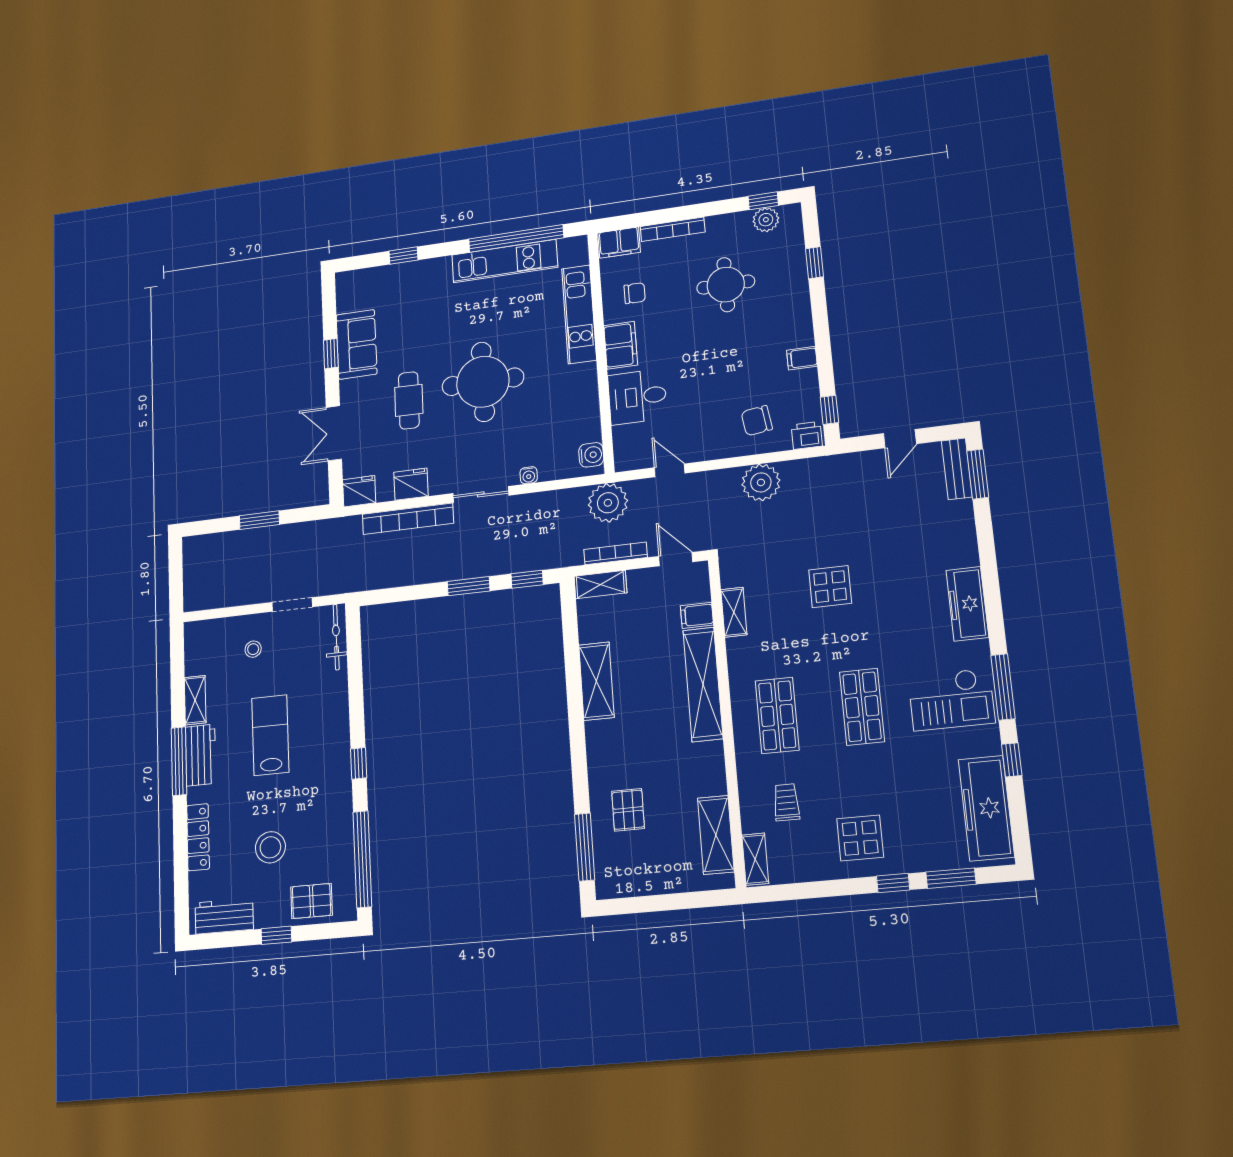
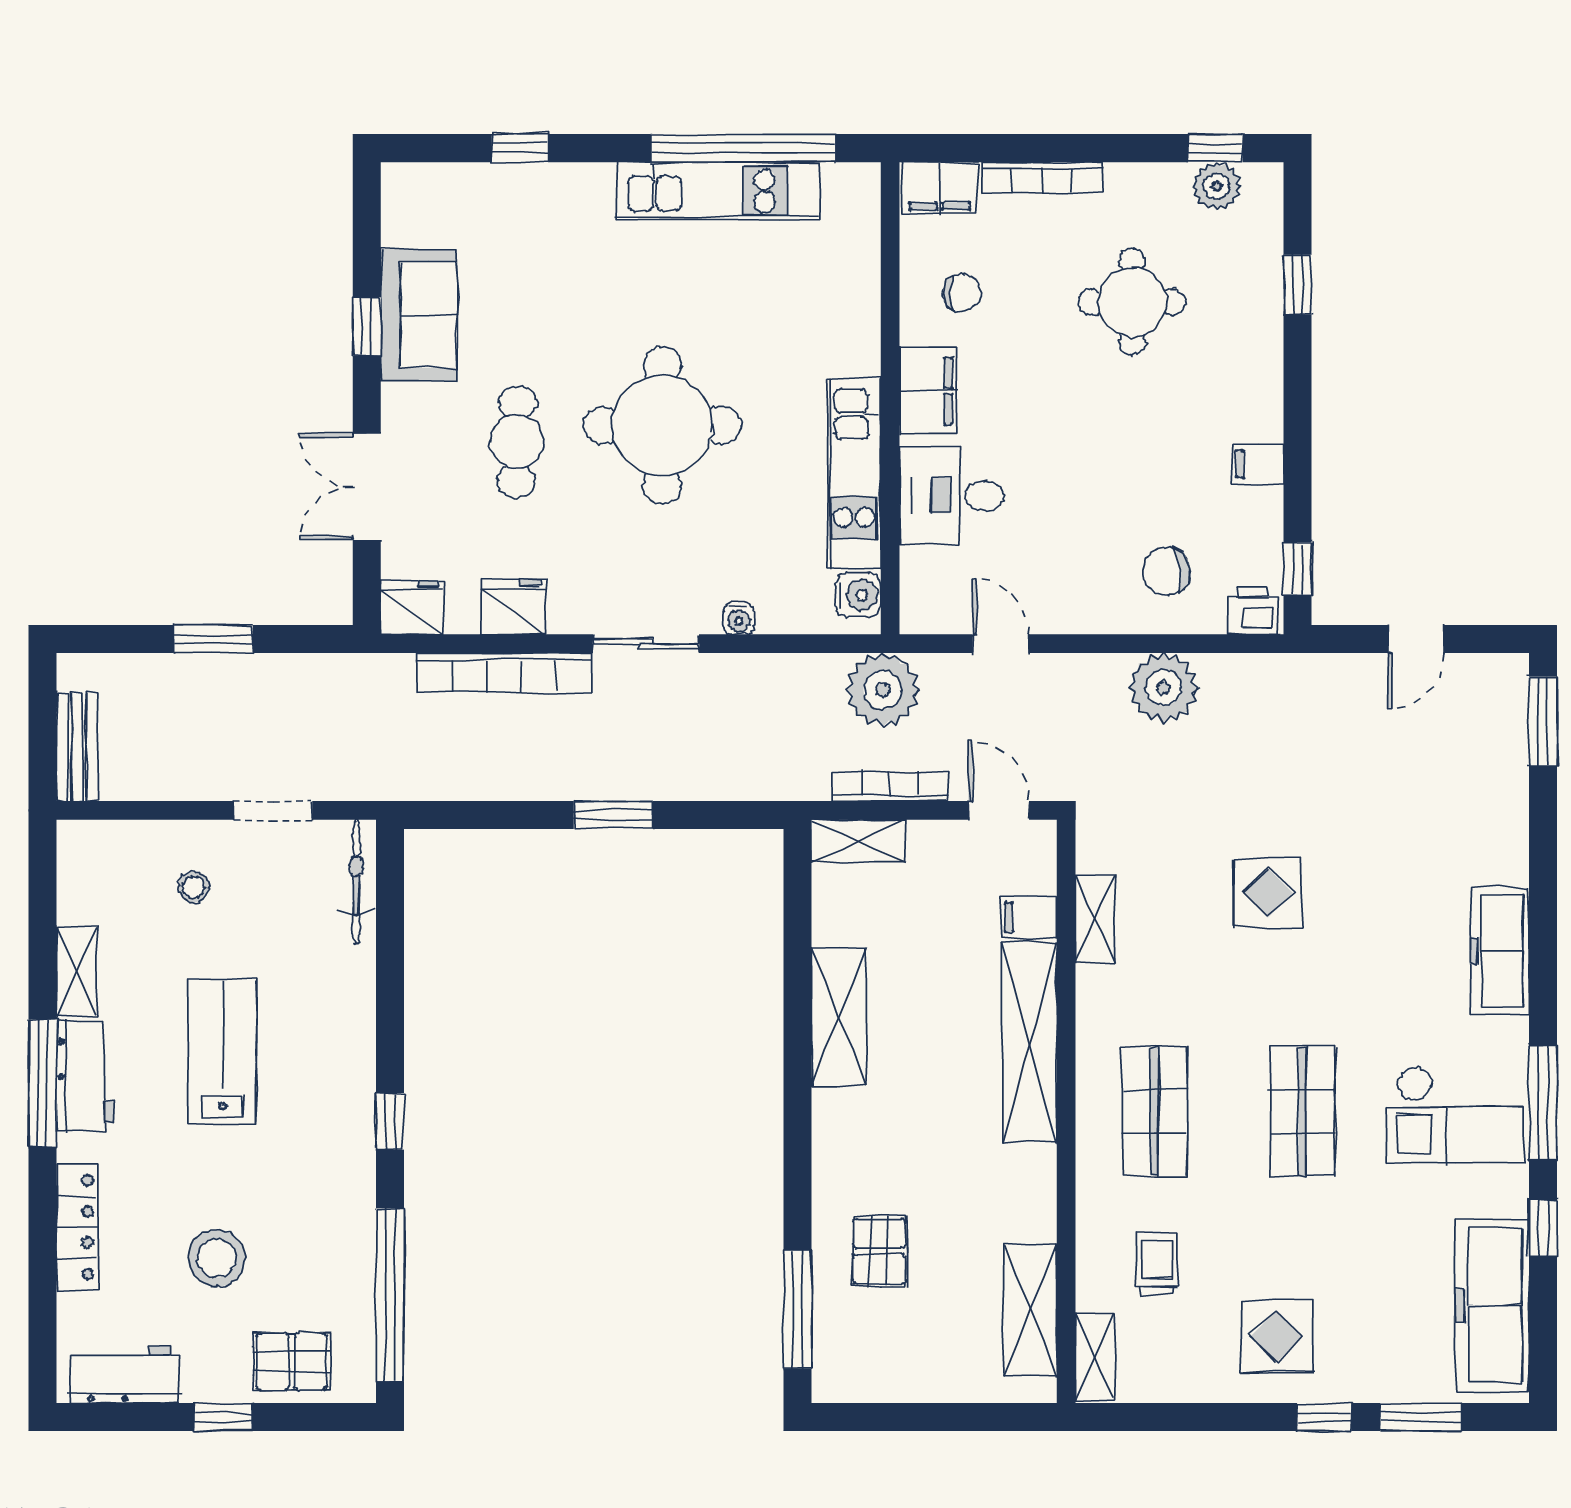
kitchen unit: (579, 314) -> (854, 474), moved
bench: (957, 469) -> (77, 747), moved
window: (527, 579) -> (724, 815), removed

